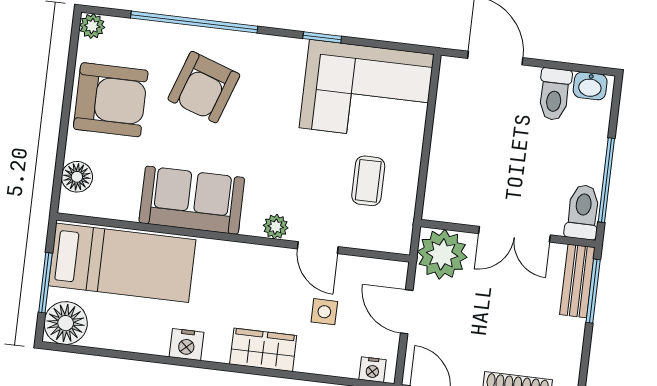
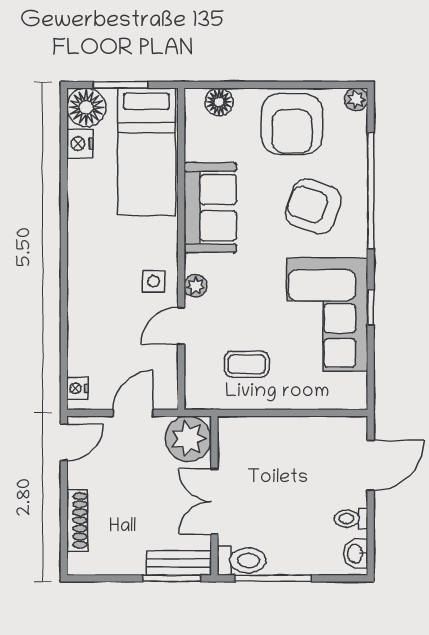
corner sofa: (367, 91) -> (327, 315), moved
toilet: (554, 94) -> (351, 519), width x0.73, depth x0.72
side table: (324, 312) -> (153, 281), moved
nightstand: (187, 345) -> (80, 144), moved
wardrobe: (263, 350) -> (83, 288), removed

